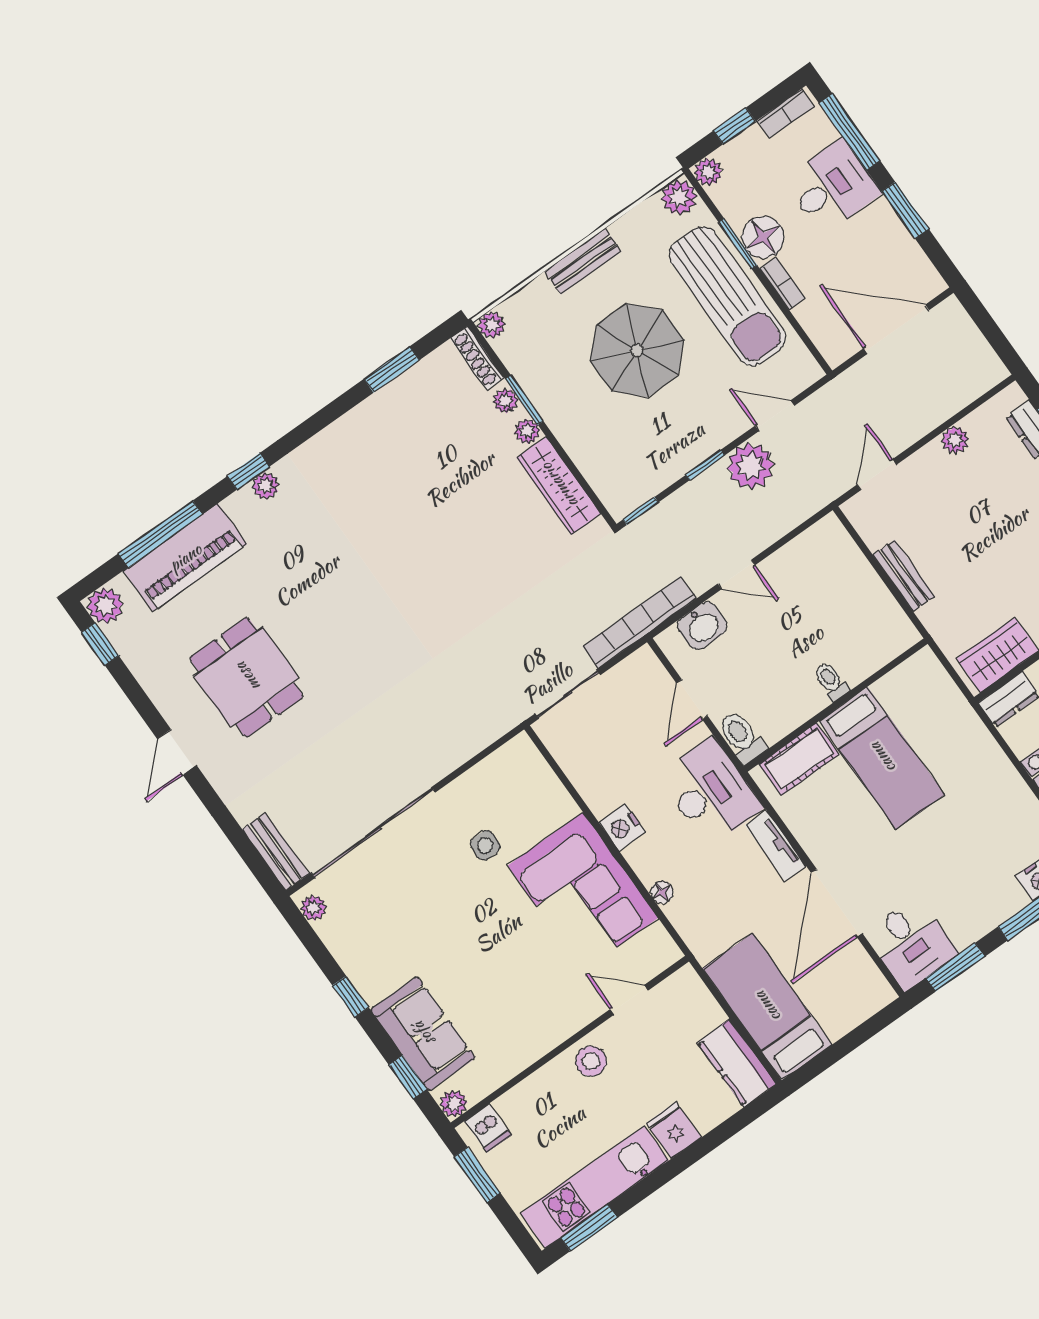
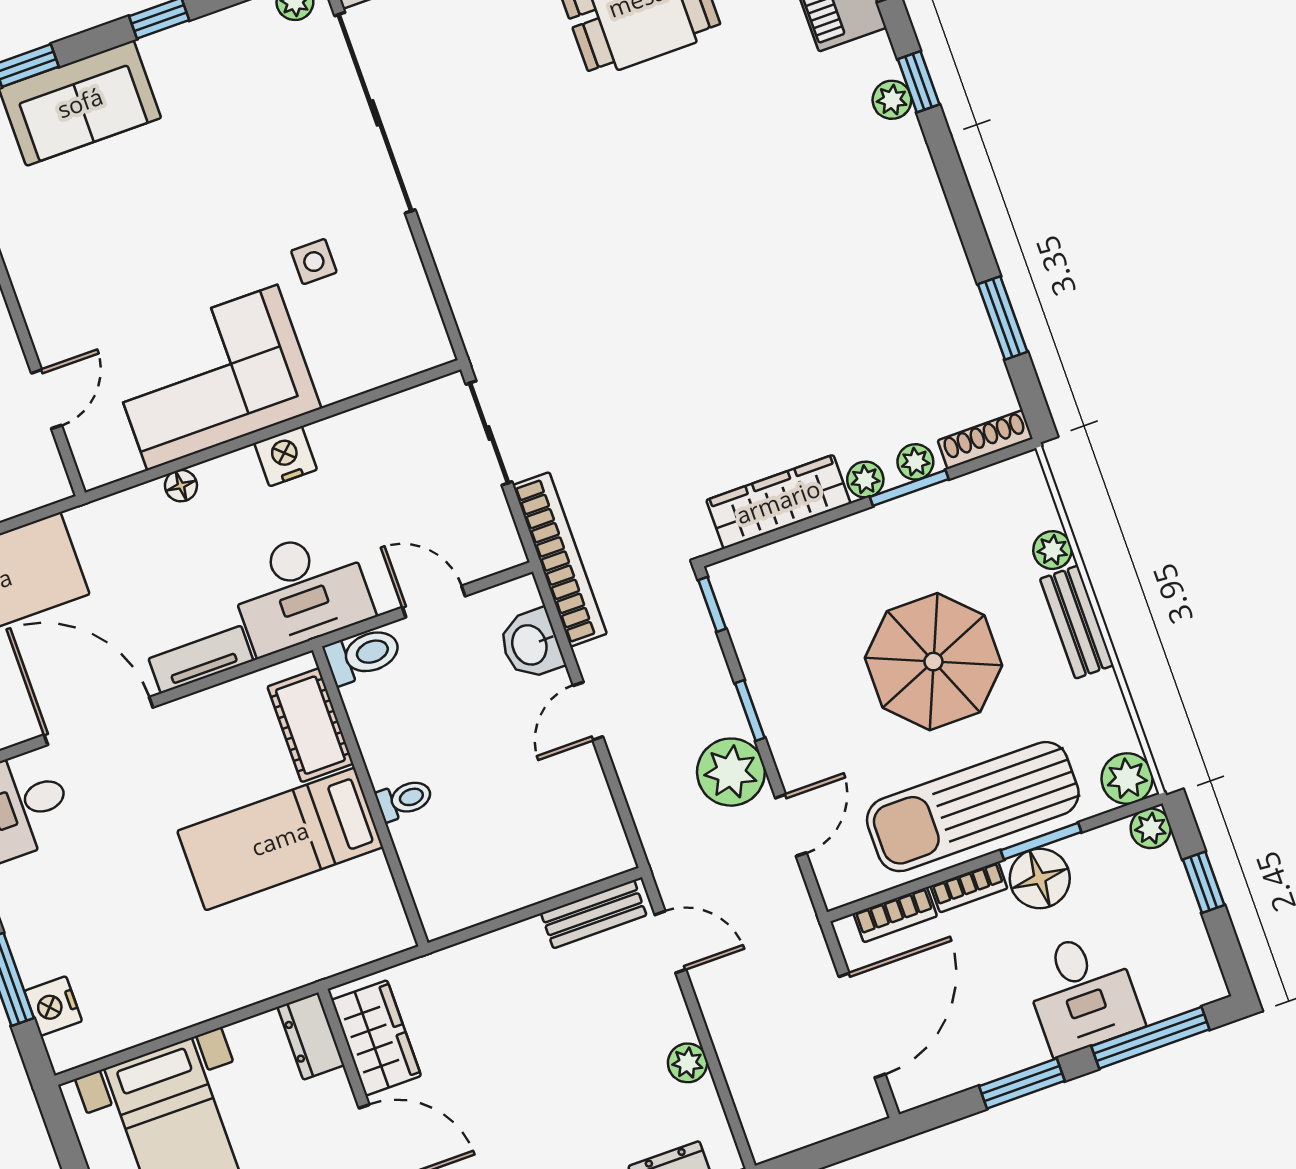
bookcase: (786, 113) -> (895, 915), moved, turned -90
plant: (492, 325) -> (1052, 550), moved
bench: (904, 576) -> (594, 914), moved

